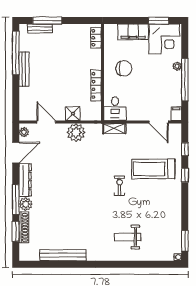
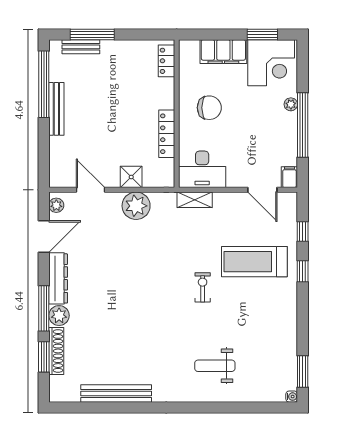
desk: (115, 109) -> (202, 169), width x1.37

